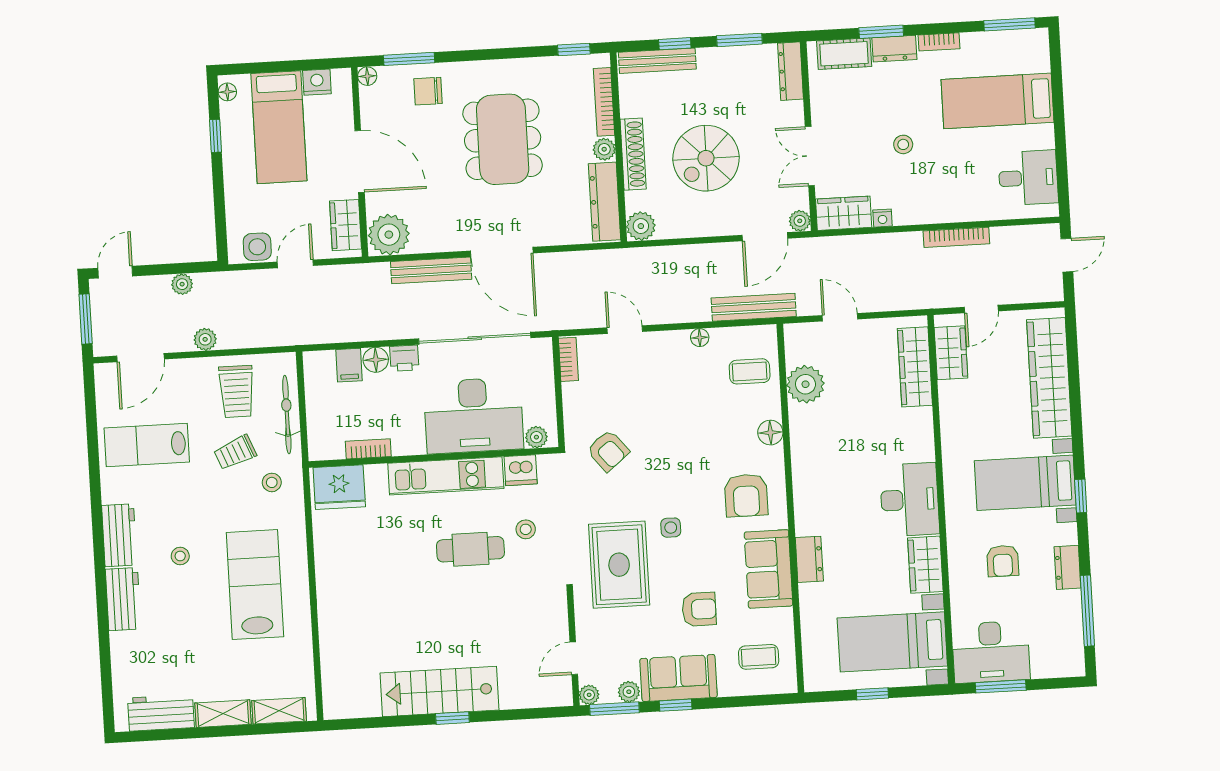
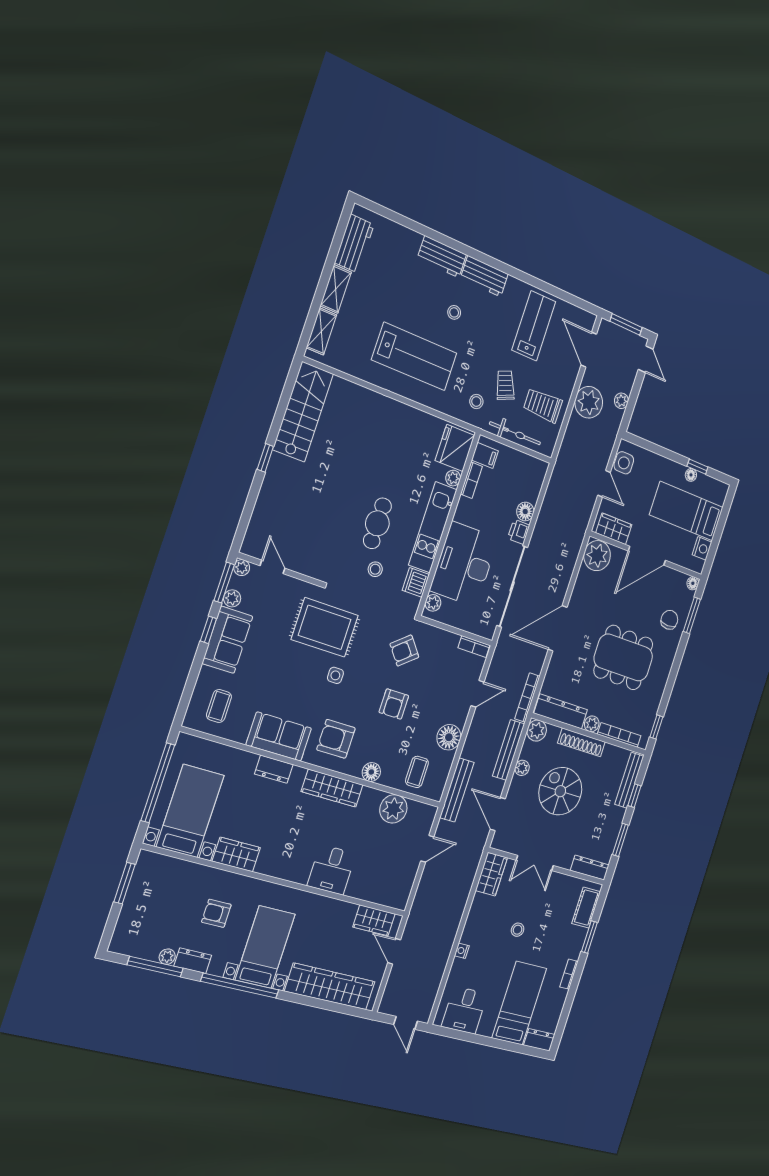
window: (1009, 24) -> (561, 1025), removed
dresser: (894, 49) -> (539, 1040), moved, turned 90
floor lamp: (227, 92) -> (691, 475), moved
double door: (810, 156) -> (535, 863), swing flipped
nightstand: (882, 218) -> (462, 951), moved
plant: (800, 221) -> (522, 768), moved
bookcase: (956, 237) -> (527, 697), moved
bench: (431, 270) -> (508, 750), moved
floor lamp: (700, 338) -> (449, 737), width x1.89, depth x1.89
plant: (205, 339) -> (589, 402), width x1.88, depth x1.88
filing cabinet: (349, 365) -> (485, 455), moved, turned 180
wardrobe: (915, 367) -> (332, 788), moved, turned 180
plant: (376, 474) -> (453, 478), added
window: (1081, 496) -> (240, 986), width x3.17
desk: (909, 500) -> (332, 870), moved, width x0.73
plant: (1071, 601) -> (167, 957), added
armchair: (699, 609) -> (394, 704), moved
desk: (991, 652) -> (153, 884), removed
stairs: (439, 691) -> (303, 412), moved
window: (872, 694) -> (158, 783), width x3.17

